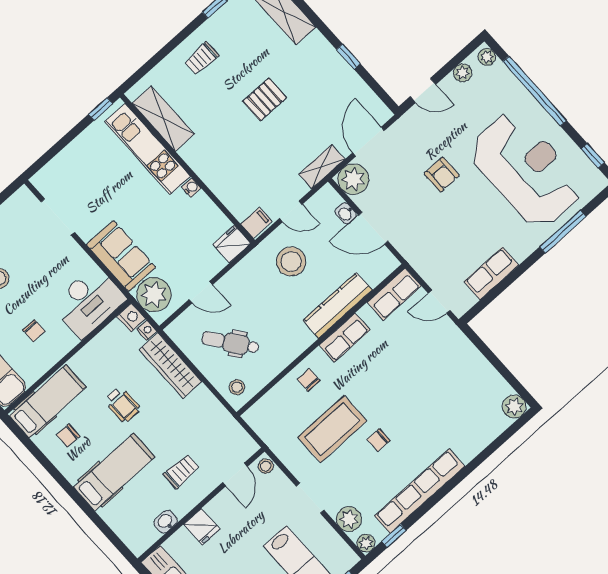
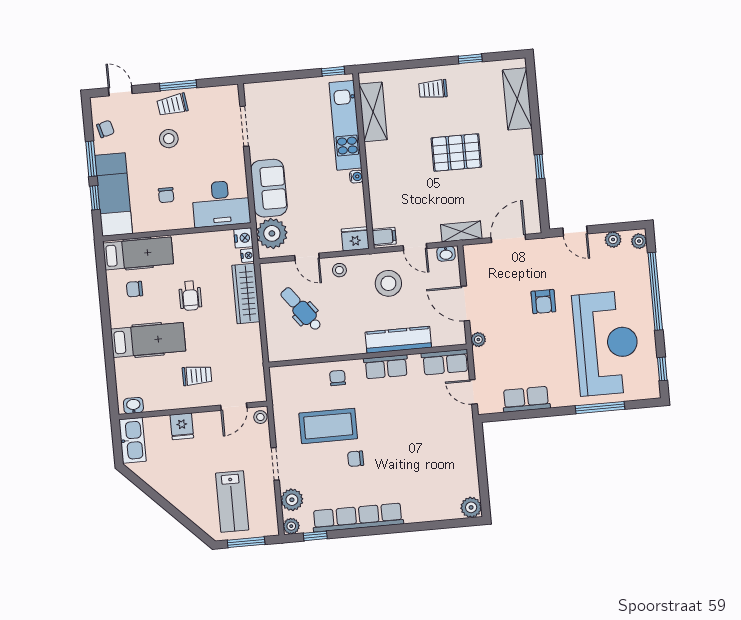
pallet: (265, 99) -> (456, 153), width x1.50, depth x1.42
plant: (353, 179) -> (478, 340), moved, width x0.53, depth x0.53
washbasin: (346, 213) -> (446, 254), moved, turned -90
stool: (237, 387) -> (339, 270), moved
washbasin: (166, 522) -> (133, 406), moved

